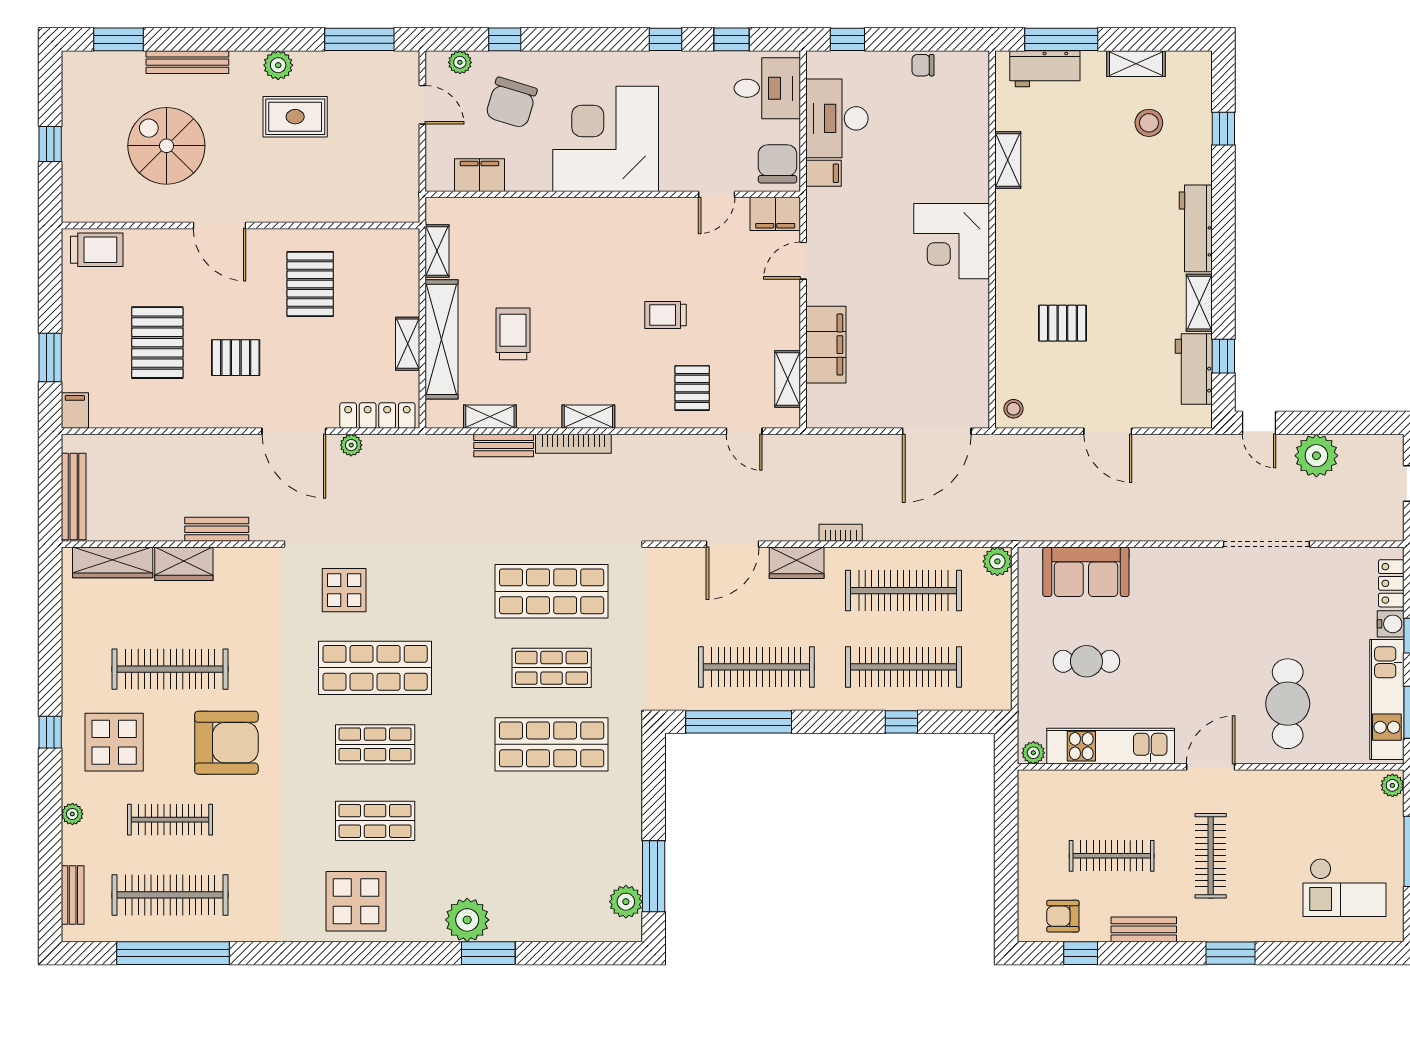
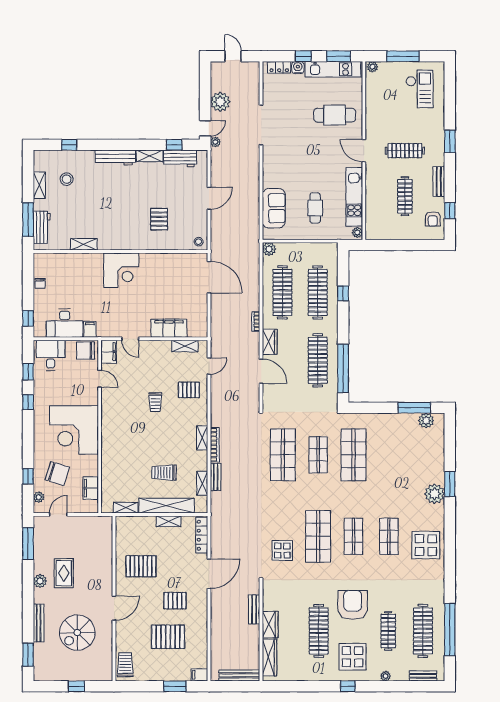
pallet: (236, 358) -> (175, 601), turned 90
plant: (351, 445) -> (215, 142), moved

